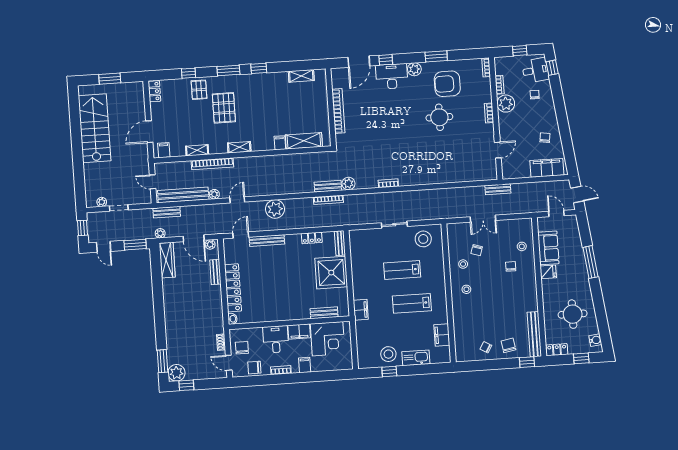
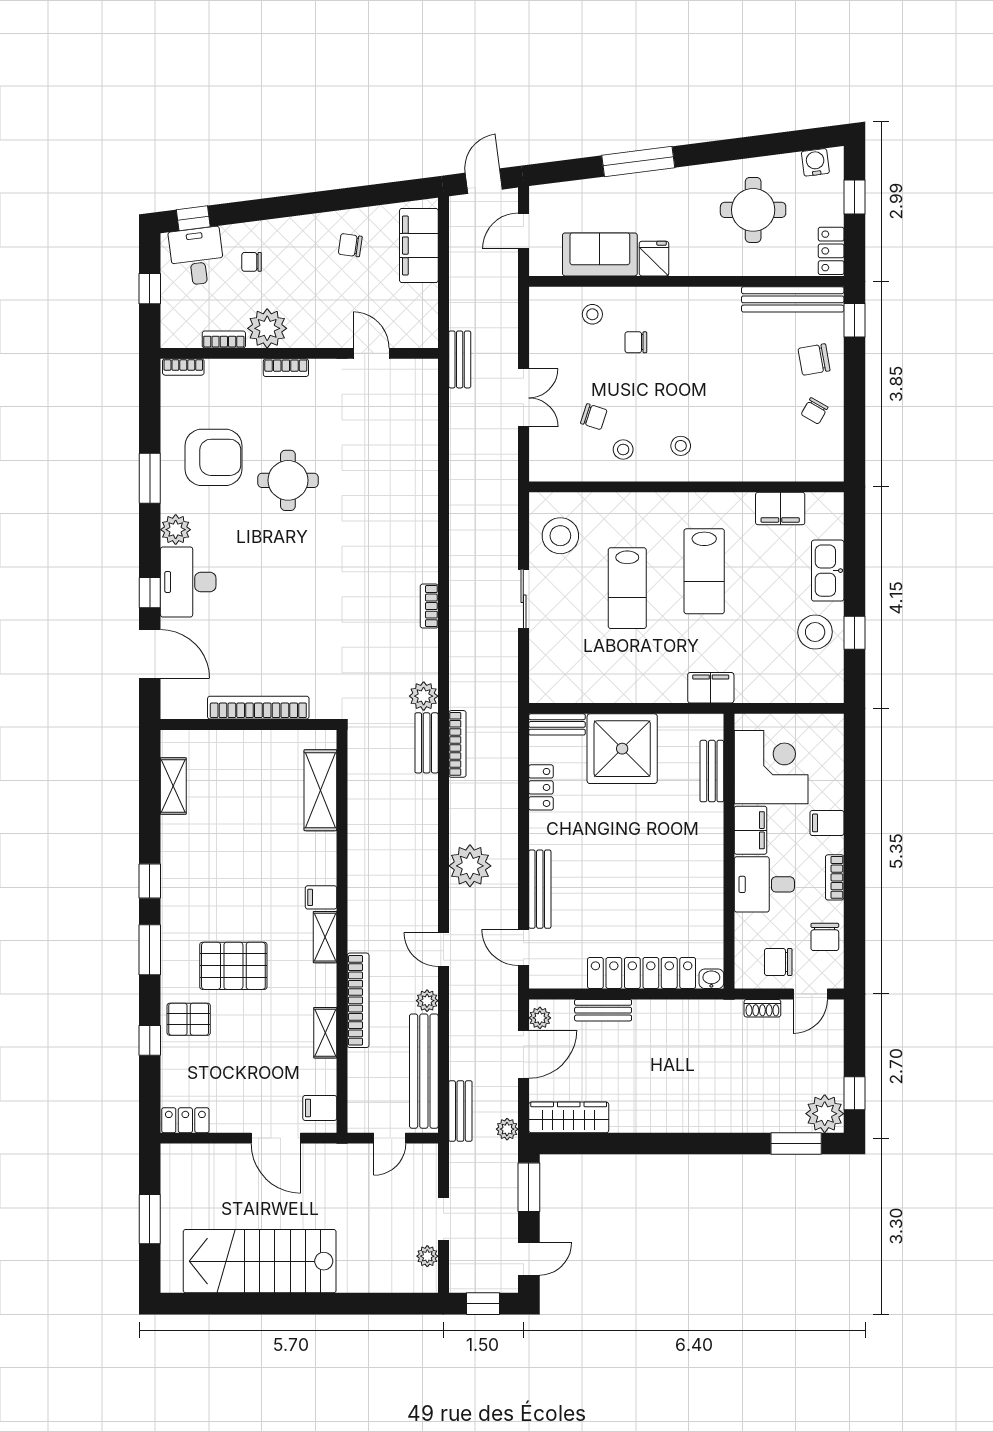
armchair: (447, 84) -> (214, 457), turned -90
filing cabinet: (280, 143) -> (321, 897), moved

